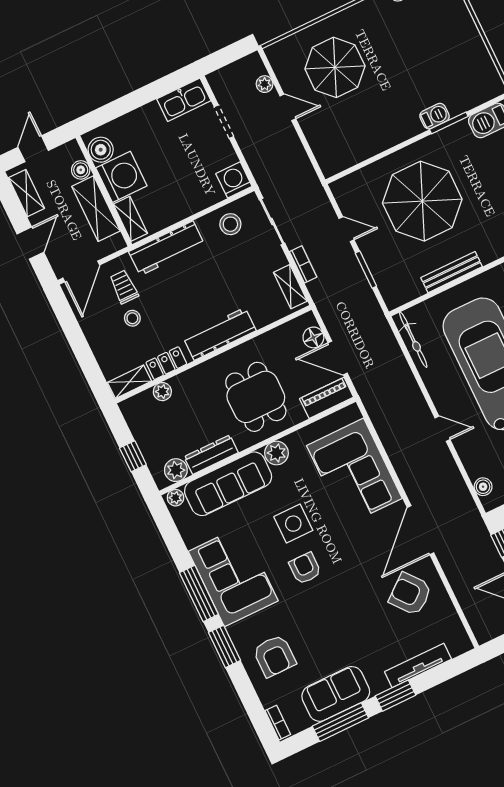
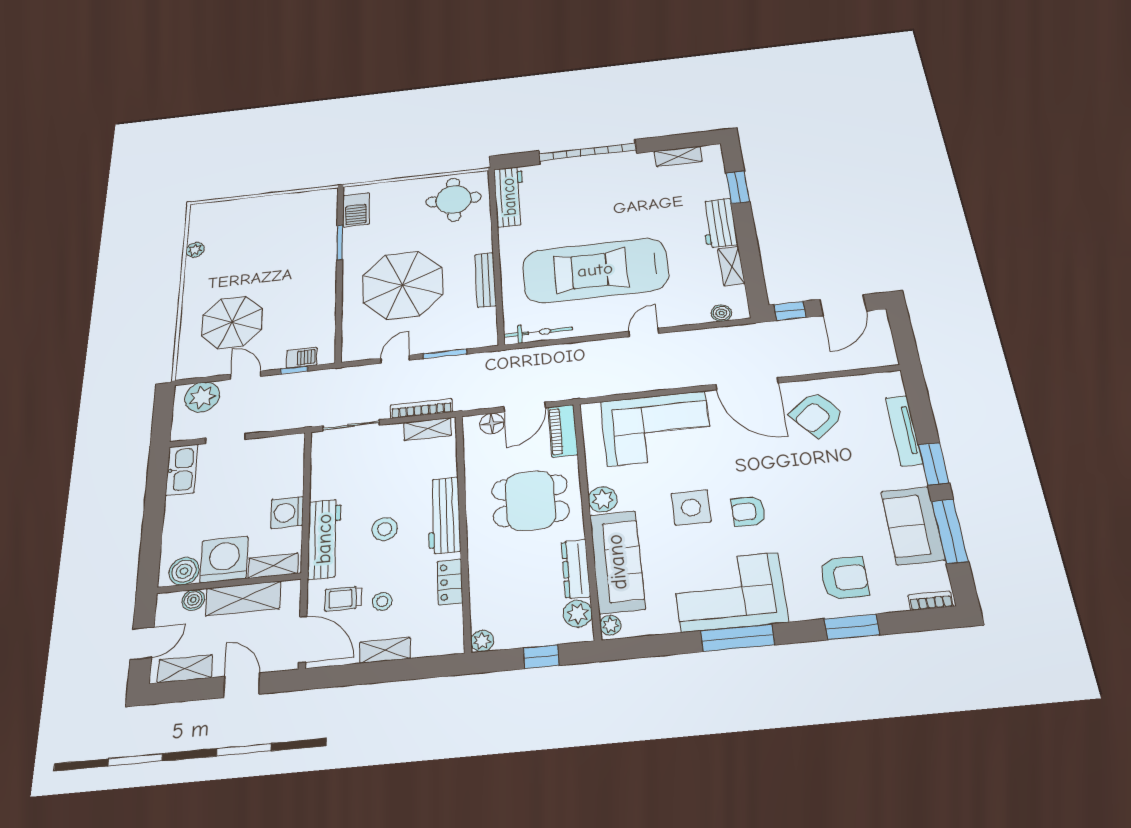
plant: (265, 84) -> (202, 397), width x1.88, depth x1.88
door: (288, 107) -> (246, 375), hinge flipped
barbecue: (435, 116) -> (302, 358), moved, turned 90
window: (307, 147) -> (294, 370), added
door: (33, 149) -> (142, 643), swing flipped
washing machine: (234, 180) -> (287, 512), moved
stool: (230, 224) -> (385, 529), moved
bookcase: (303, 264) -> (422, 409), width x1.56
shelving: (130, 382) -> (385, 650), moved, turned 90
plant: (162, 392) -> (482, 641), moved
window: (224, 646) -> (852, 627), moved

